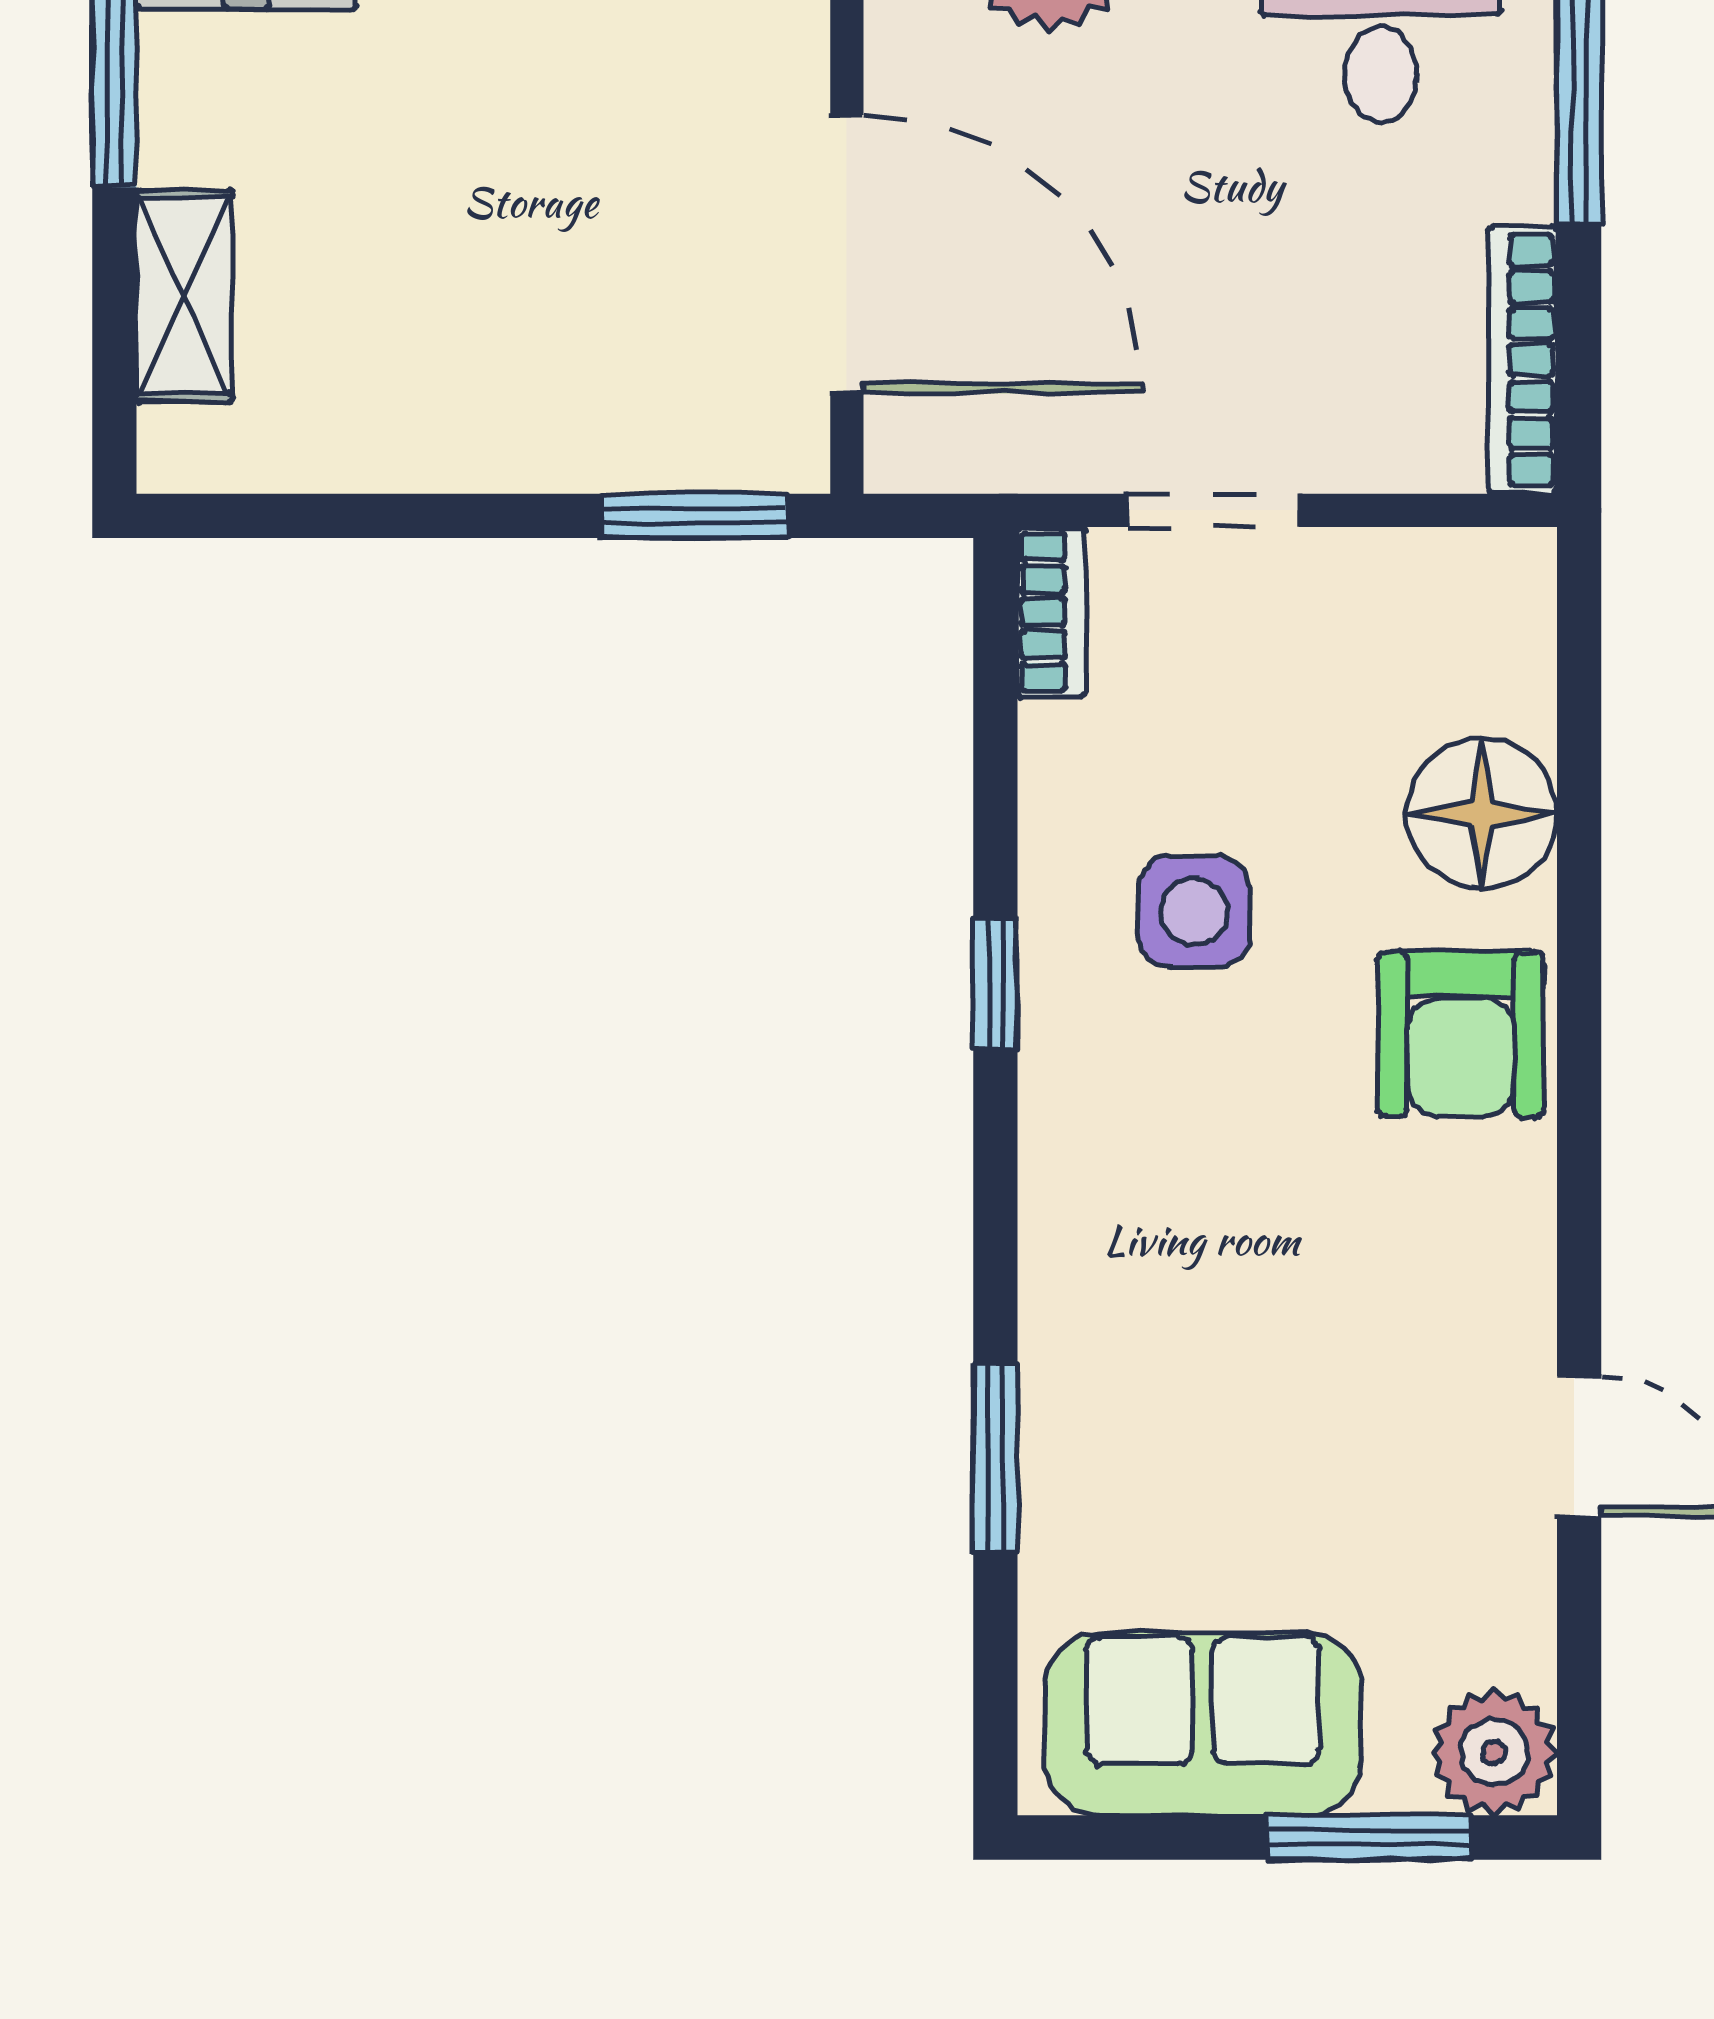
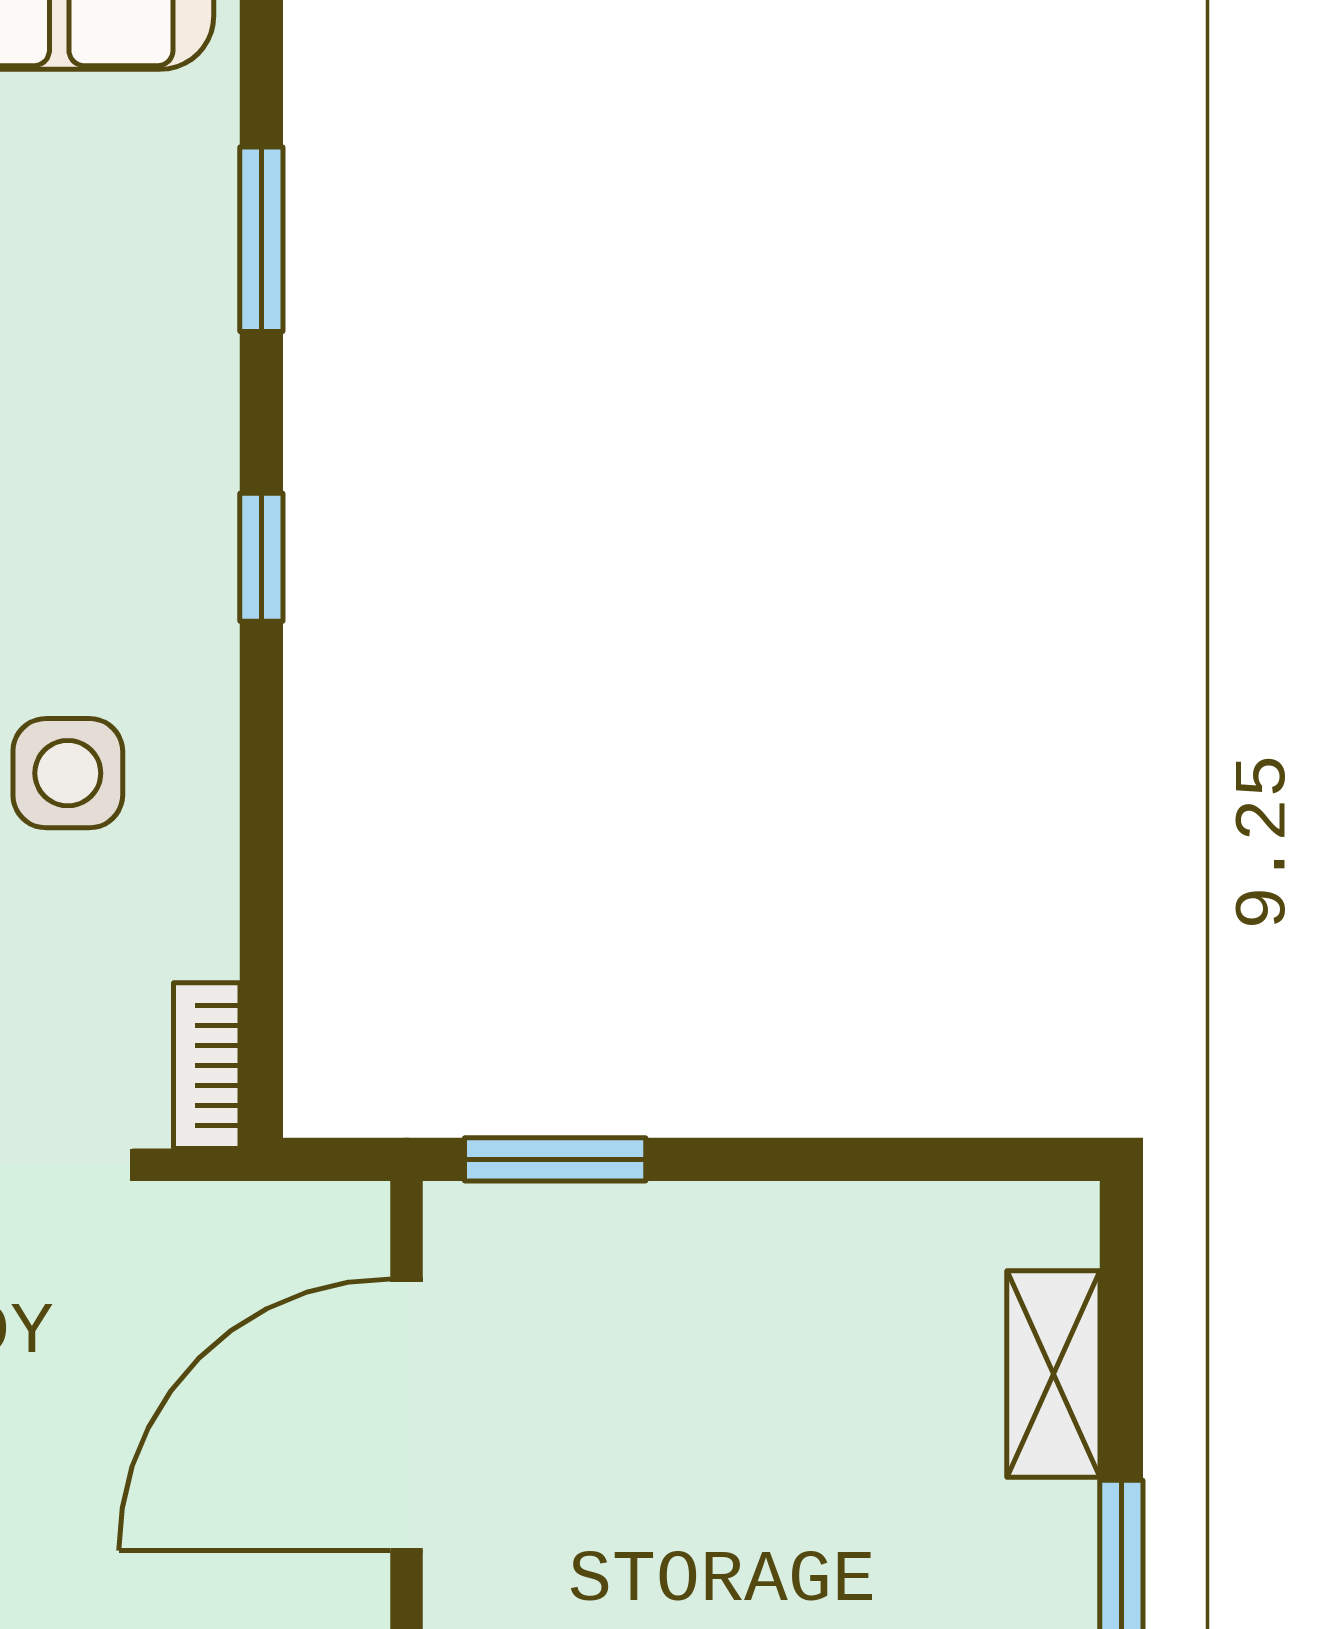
door: (847, 254) -> (407, 1415), hinge flipped
window: (995, 983) -> (261, 557), moved

